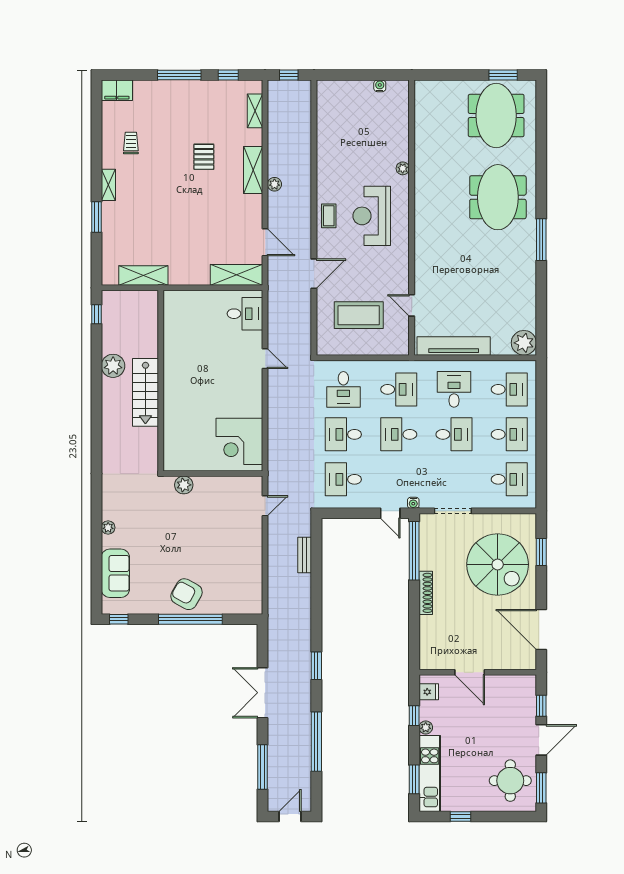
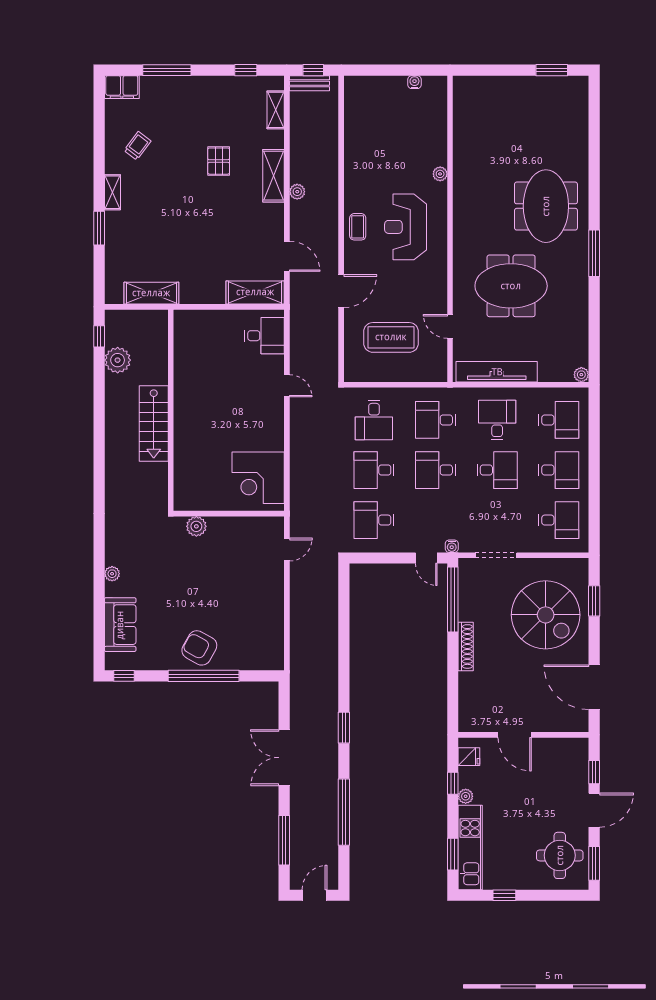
window: (179, 75) -> (167, 70), moved
meeting table: (496, 115) -> (511, 286), moved, turned 90
trolley: (131, 143) -> (137, 146), turned 37
plant: (524, 343) -> (581, 375), width x0.53, depth x0.53
plant: (113, 366) -> (118, 360), moved
desk: (399, 389) -> (436, 420), turned 180
bench: (305, 555) -> (309, 83), moved, turned 90

